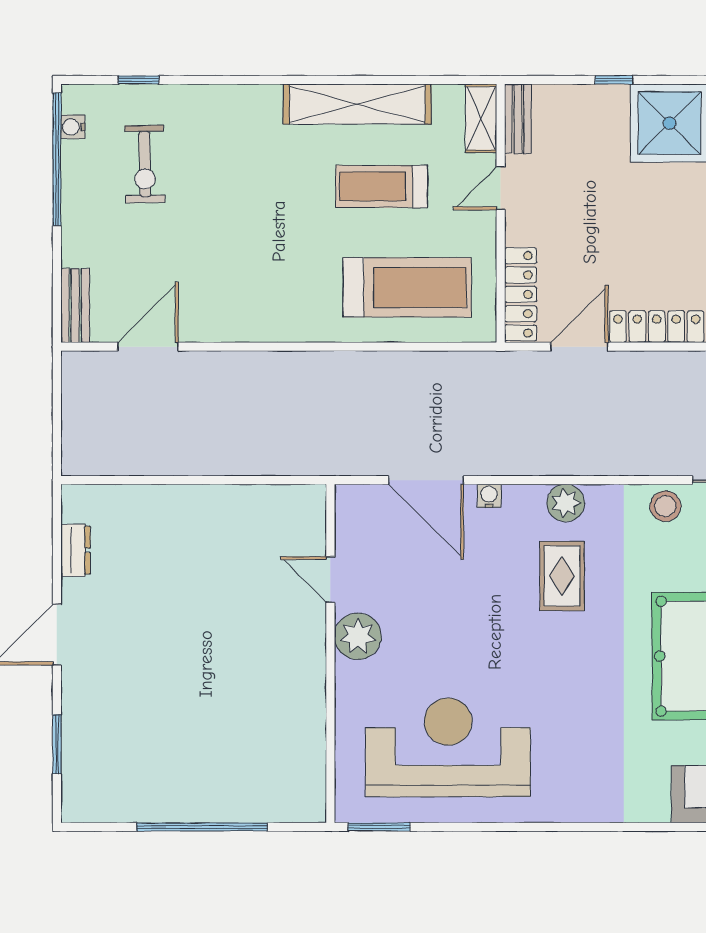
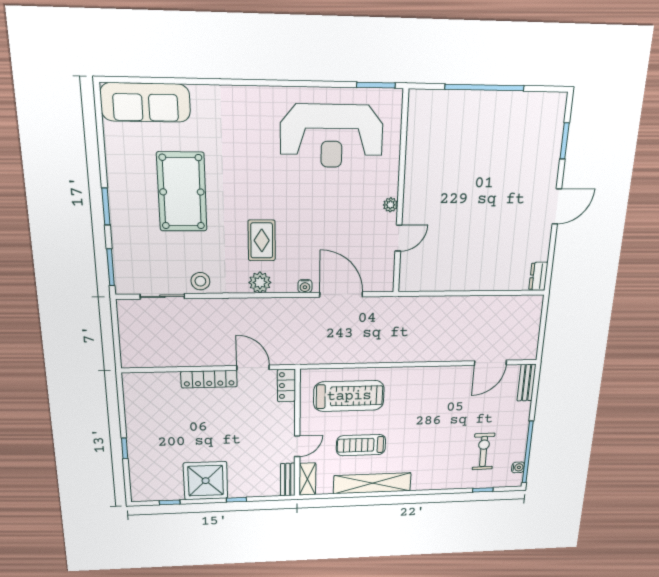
treadmill: (382, 186) -> (361, 445), turned 180
treadmill: (407, 287) -> (349, 396), turned 180
locker: (521, 294) -> (286, 385), width x0.66
door: (579, 347) -> (253, 368), swing flipped
dresser: (76, 550) -> (538, 276), moved
door: (330, 579) -> (398, 238), hinge flipped
plant: (358, 636) -> (390, 205), width x0.53, depth x0.53

